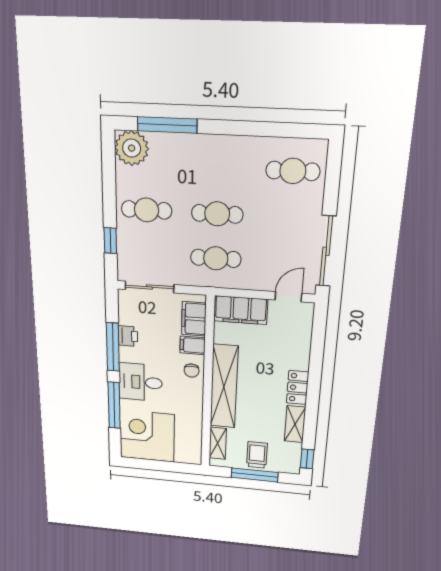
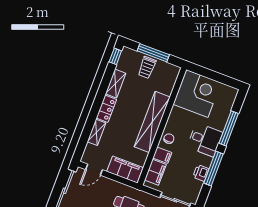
corner desk: (147, 436) -> (197, 93), moved, turned -90
shelving: (218, 443) -> (97, 132), moved

